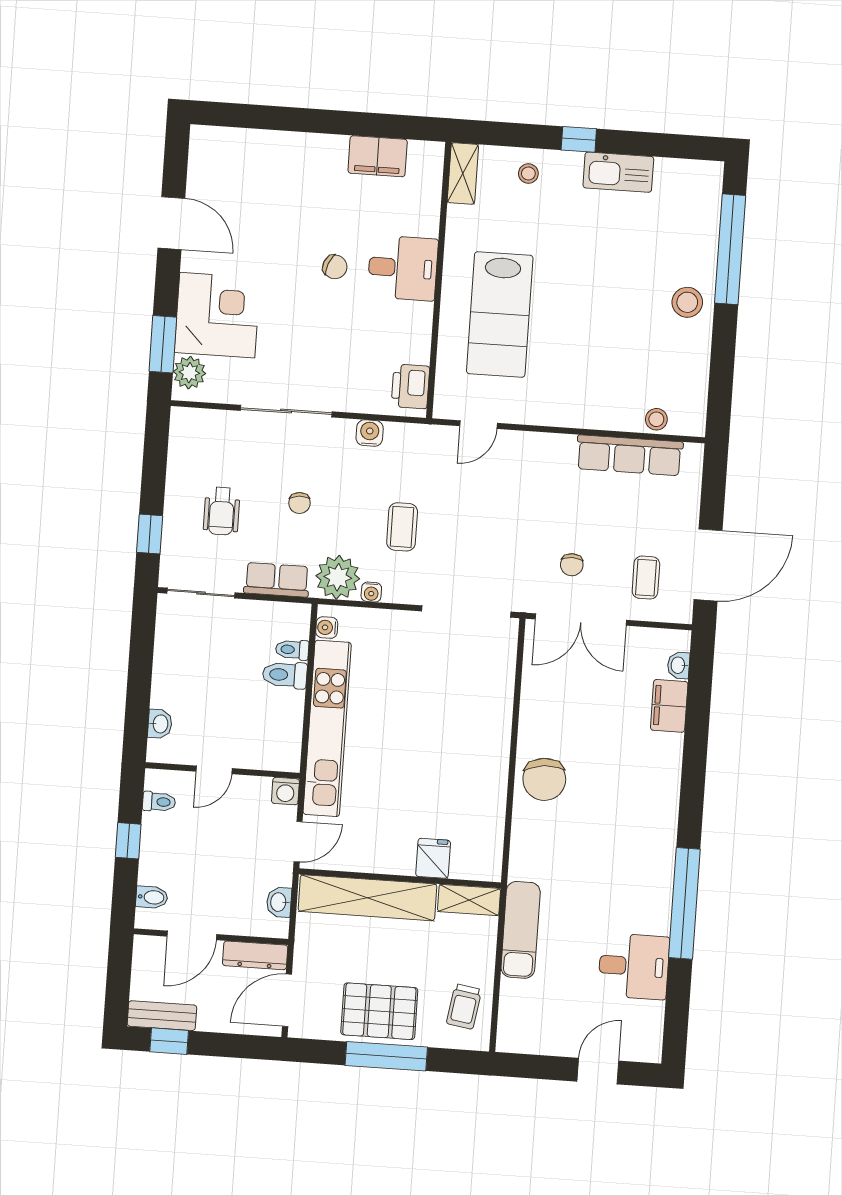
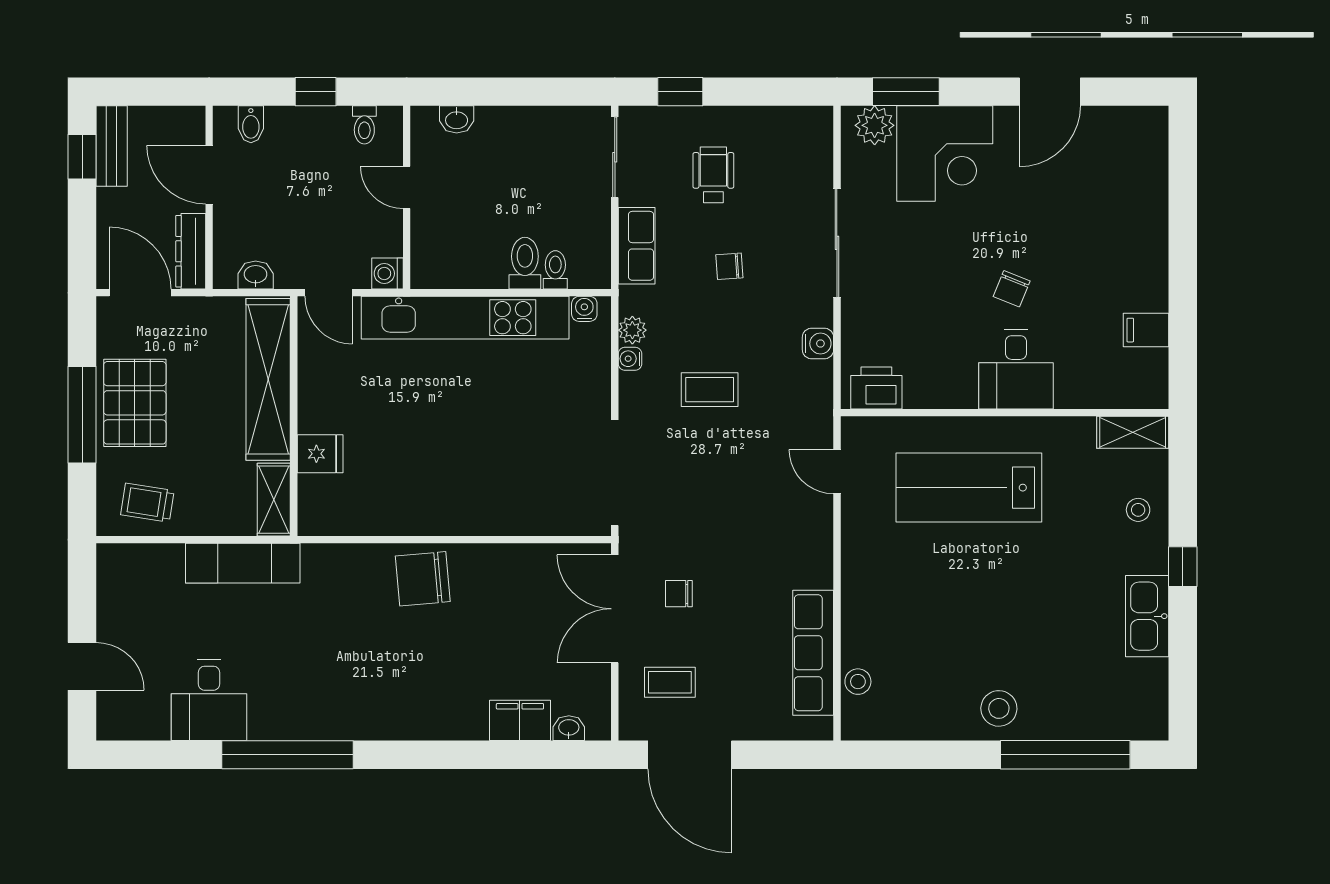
filing cabinet: (378, 156) -> (1146, 330), width x0.50
wheelchair: (222, 511) -> (713, 175), turned 90
plant: (338, 577) -> (632, 330), width x0.53, depth x0.53

